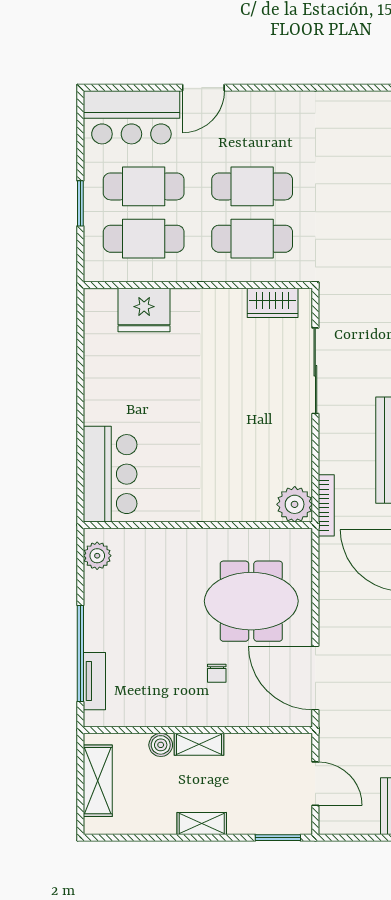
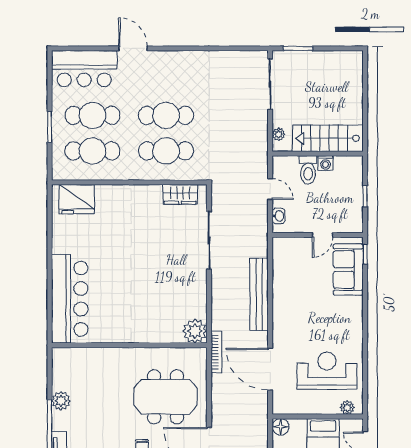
door: (203, 88) -> (133, 48), swing flipped
fridge: (144, 310) -> (77, 199), moved
bar counter: (110, 474) -> (70, 299), width x1.36
bookcase: (326, 505) -> (216, 352), moved
plant: (97, 556) -> (61, 401), moved

